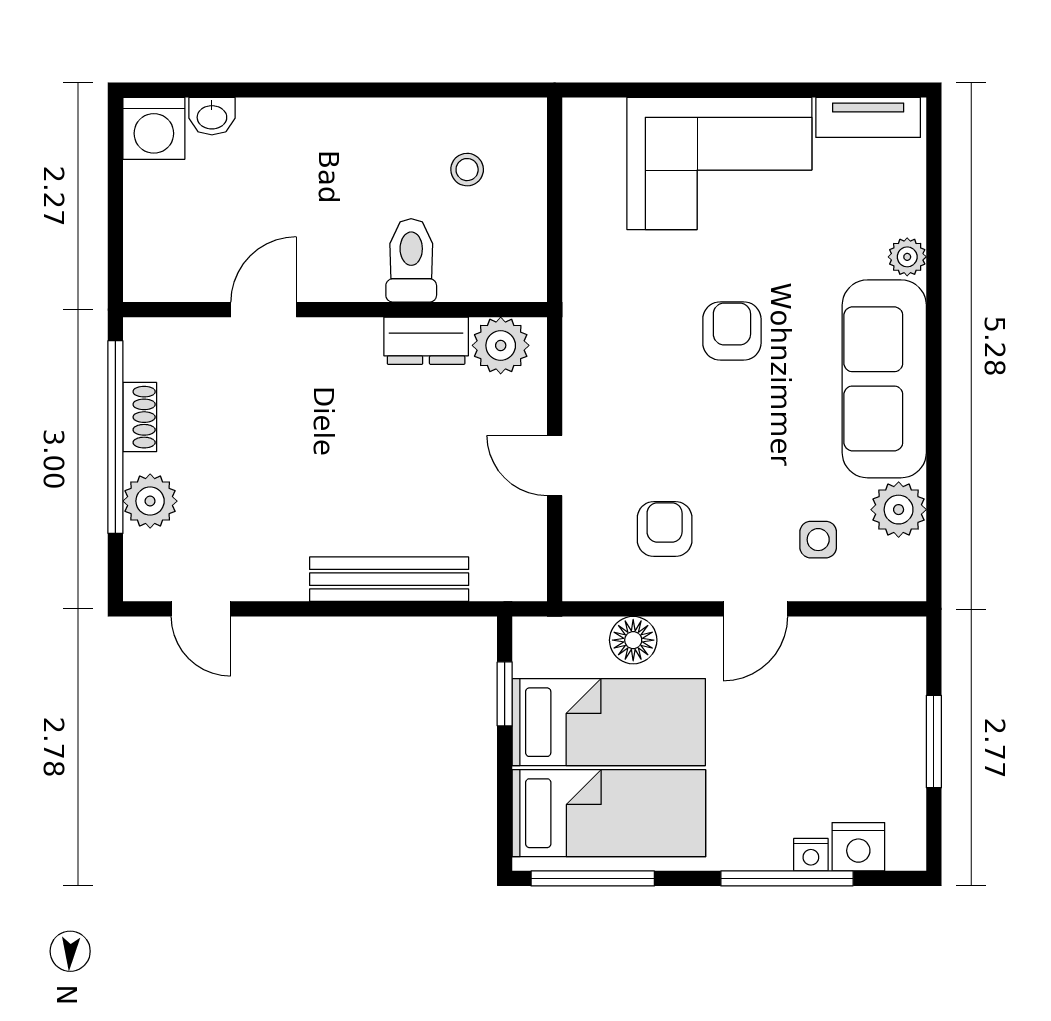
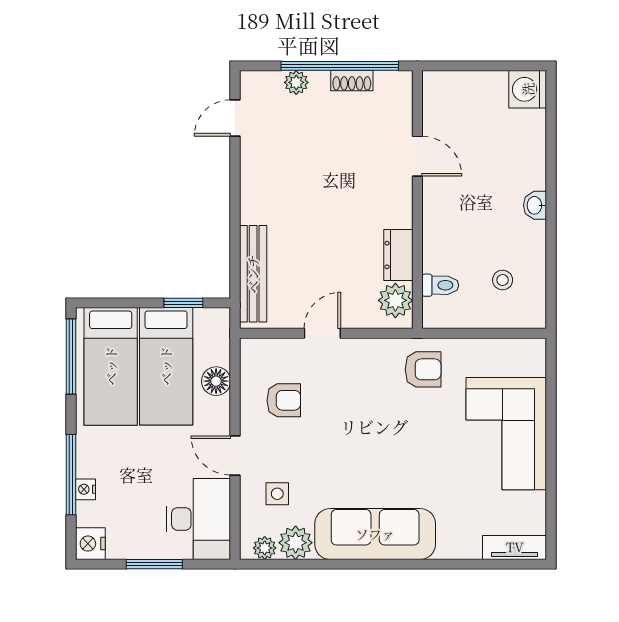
washbasin: (212, 116) -> (535, 205), moved
tv unit: (868, 117) -> (515, 547), moved, turned 90
plant: (907, 257) -> (265, 548), moved
toilet: (411, 260) -> (440, 285), moved, width x0.73, depth x0.72
armchair: (732, 331) -> (423, 369), moved
plant: (150, 501) -> (296, 82), width x0.73, depth x0.73
bench: (389, 579) -> (253, 274), moved
desk: (860, 669) -> (199, 519), added
nightstand: (858, 847) -> (90, 544), moved

